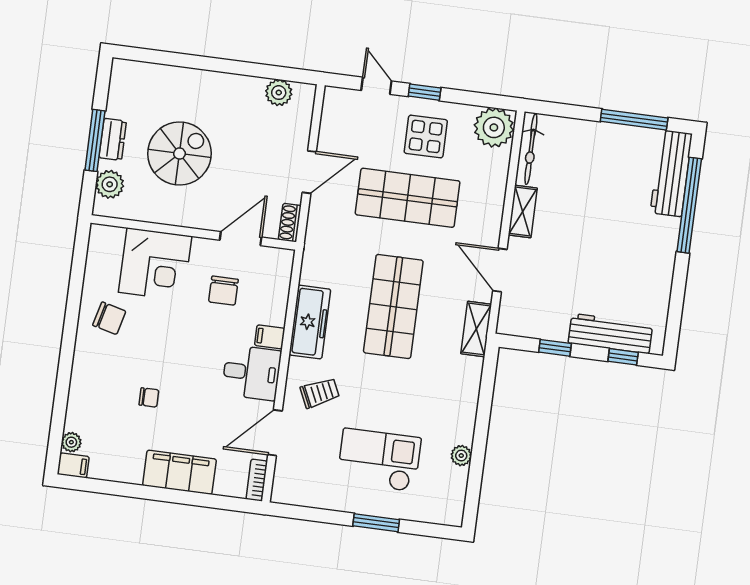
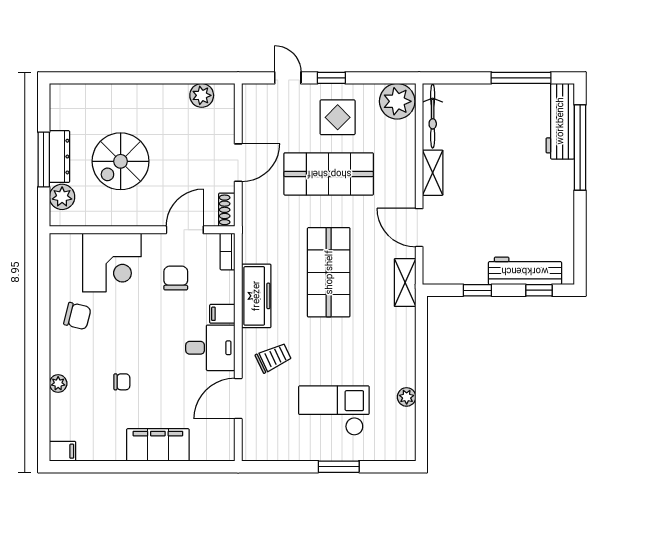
dresser: (113, 139) -> (59, 157), width x1.44
spiral stairs: (179, 154) -> (121, 161), turned 180
chair: (223, 291) -> (176, 278), turned 180
plant: (71, 442) -> (58, 383), moved
bookcase: (257, 480) -> (227, 251), moved

